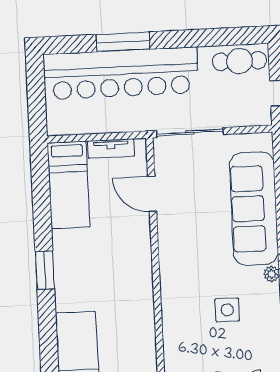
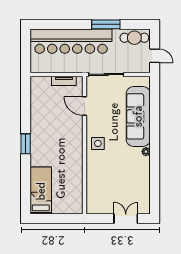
window: (123, 42) -> (106, 24), moved
bed: (69, 185) -> (40, 99), removed
side table: (227, 310) -> (98, 143), moved

